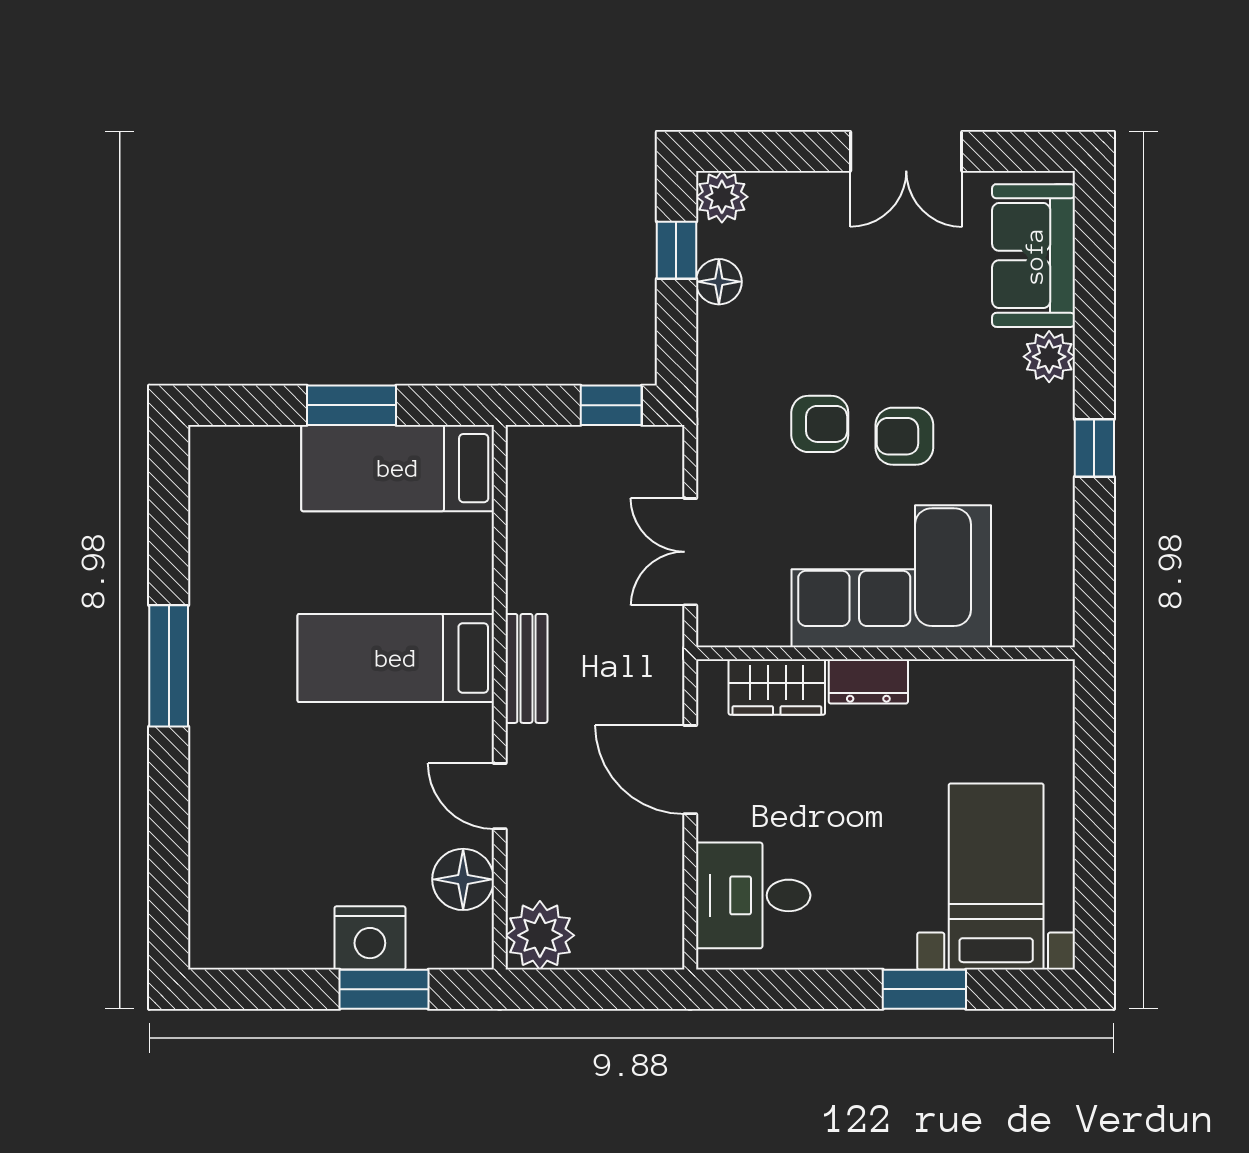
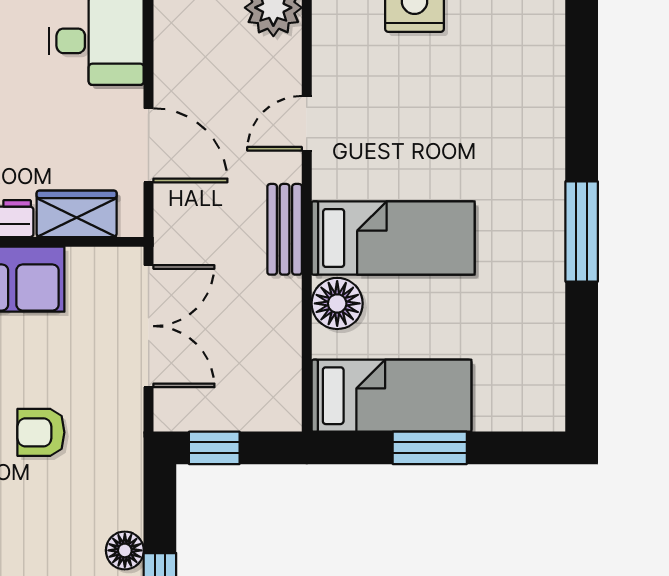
double door: (690, 552) -> (149, 326), width x1.37
door: (500, 796) -> (307, 123), swing flipped
floor lamp: (463, 879) -> (337, 303), moved

